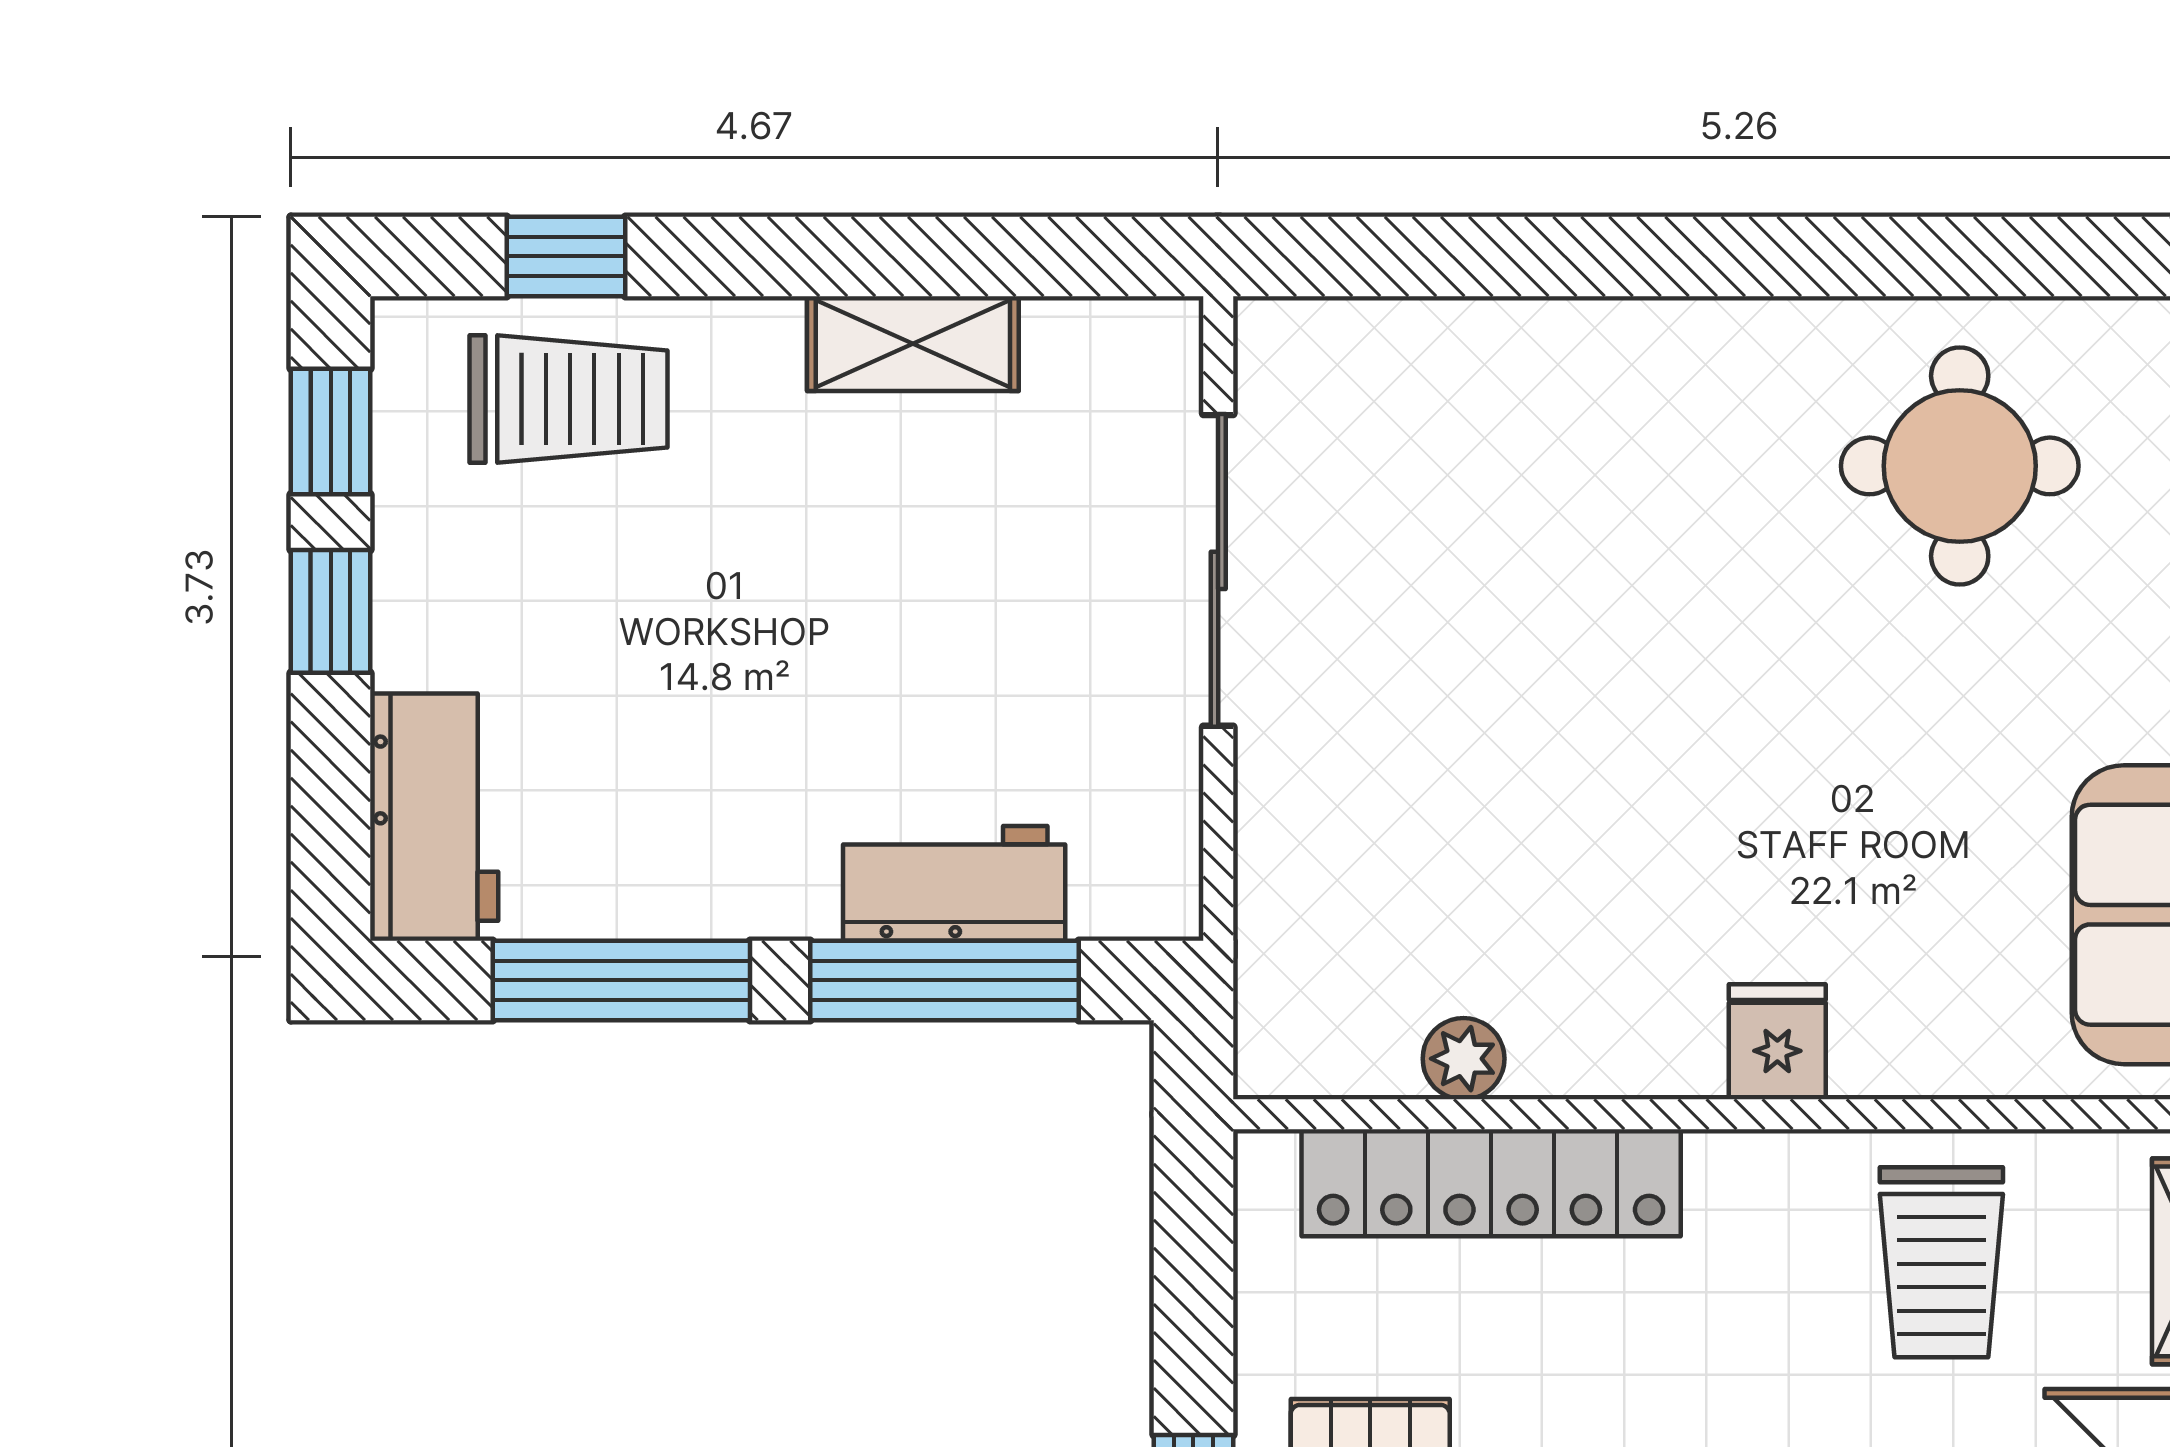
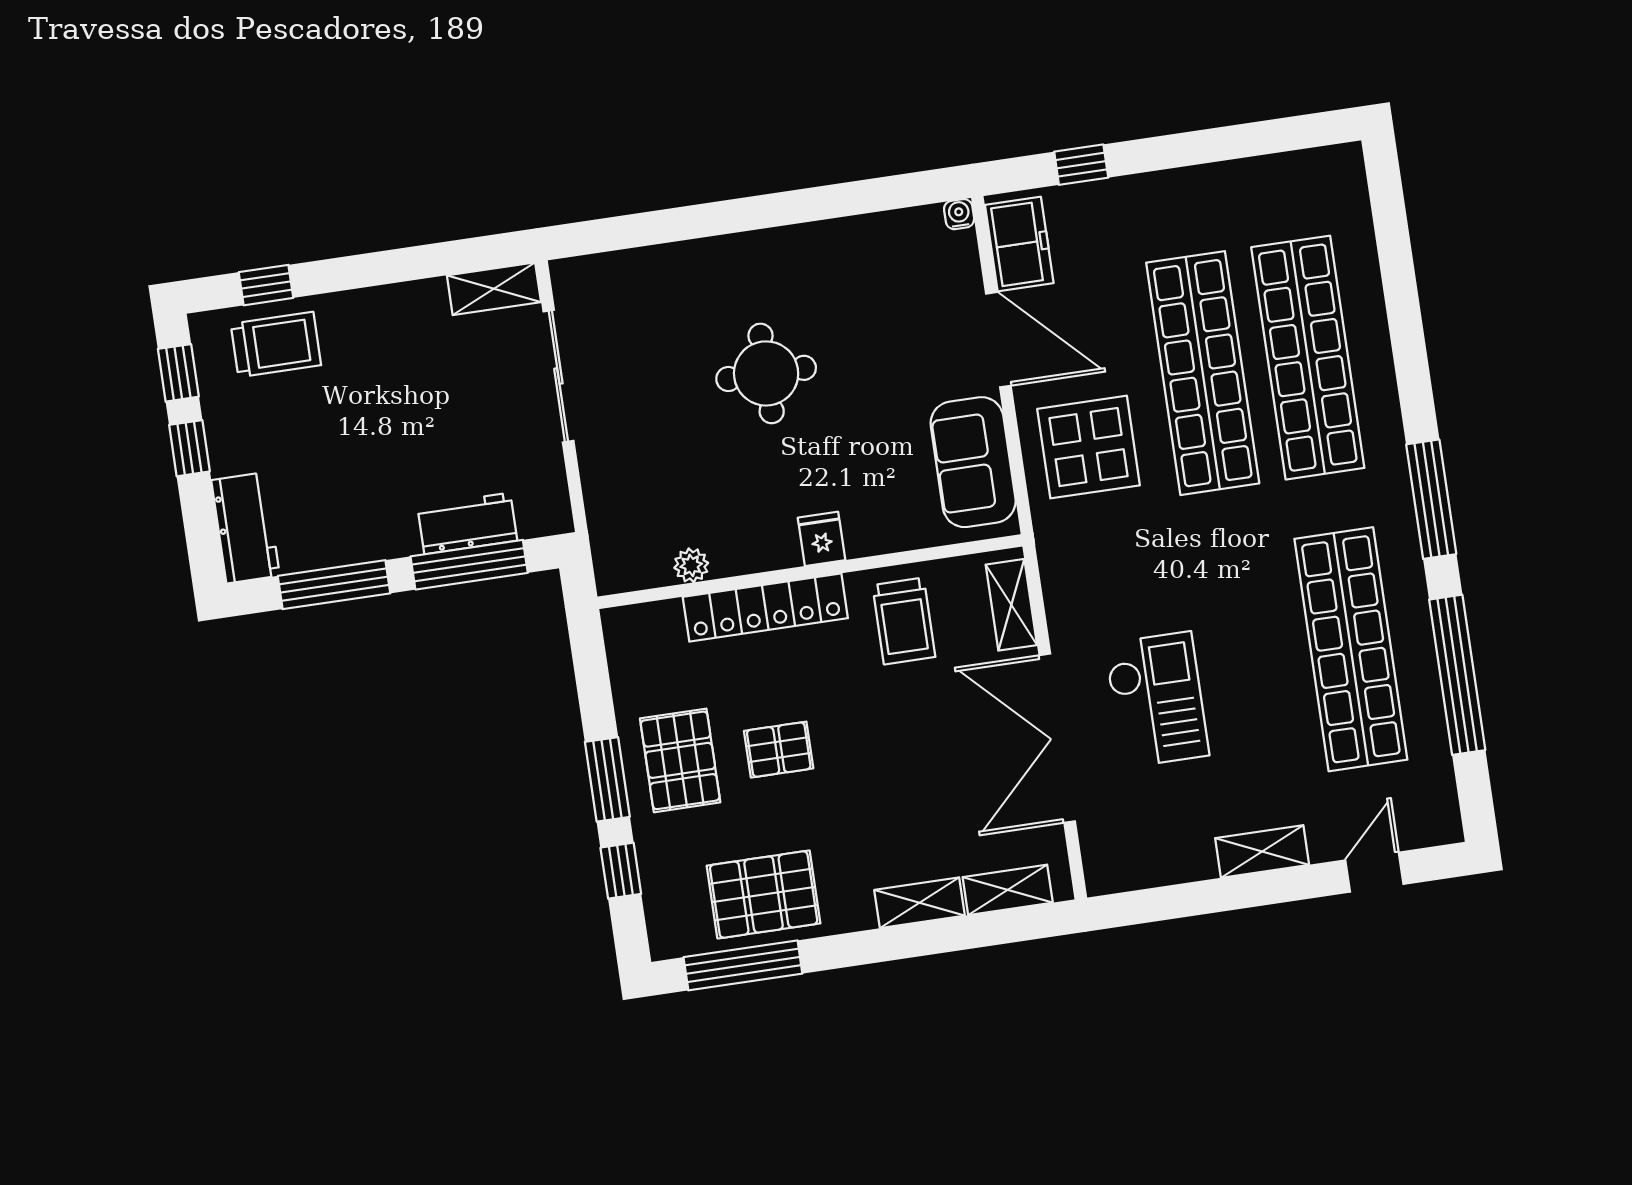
shelving: (913, 344) -> (494, 289), moved
round table: (1960, 466) -> (766, 373), moved
locker: (1491, 1183) -> (765, 608), moved

